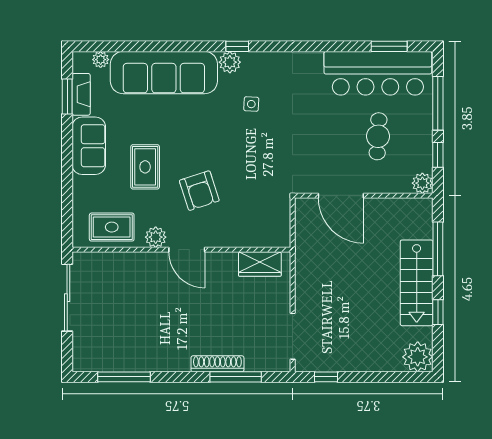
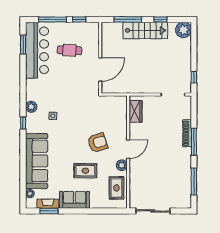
plant: (230, 62) -> (31, 107), moved
plant: (422, 183) -> (94, 27), removed
window: (236, 377) -> (194, 142), moved

